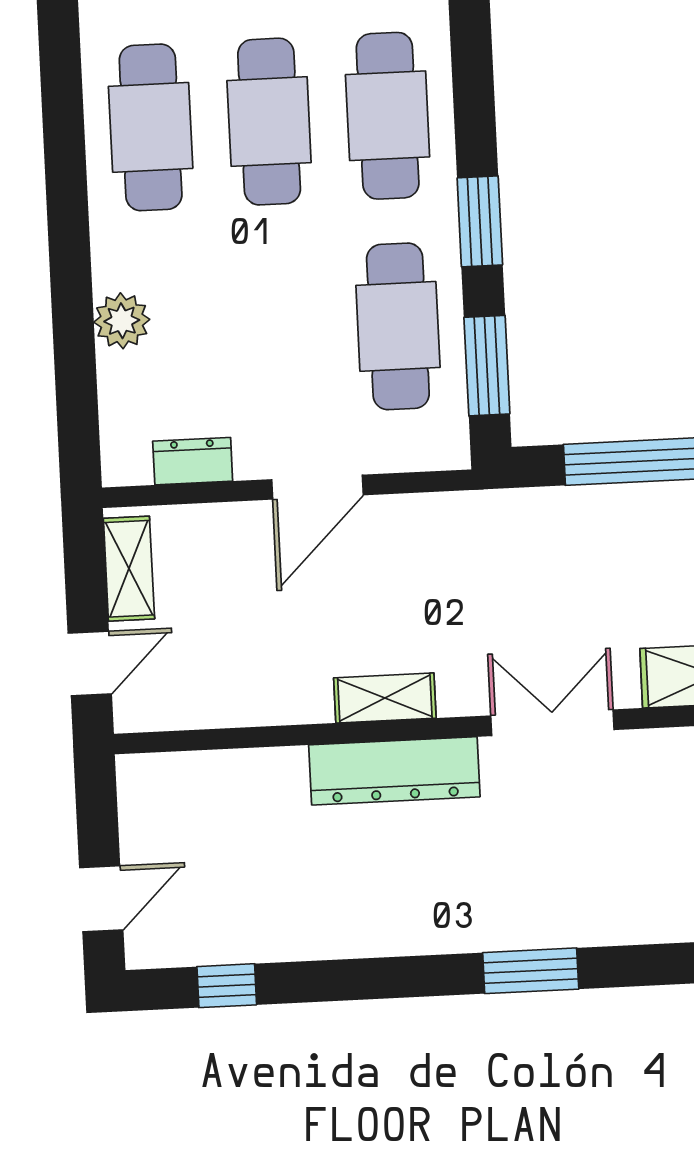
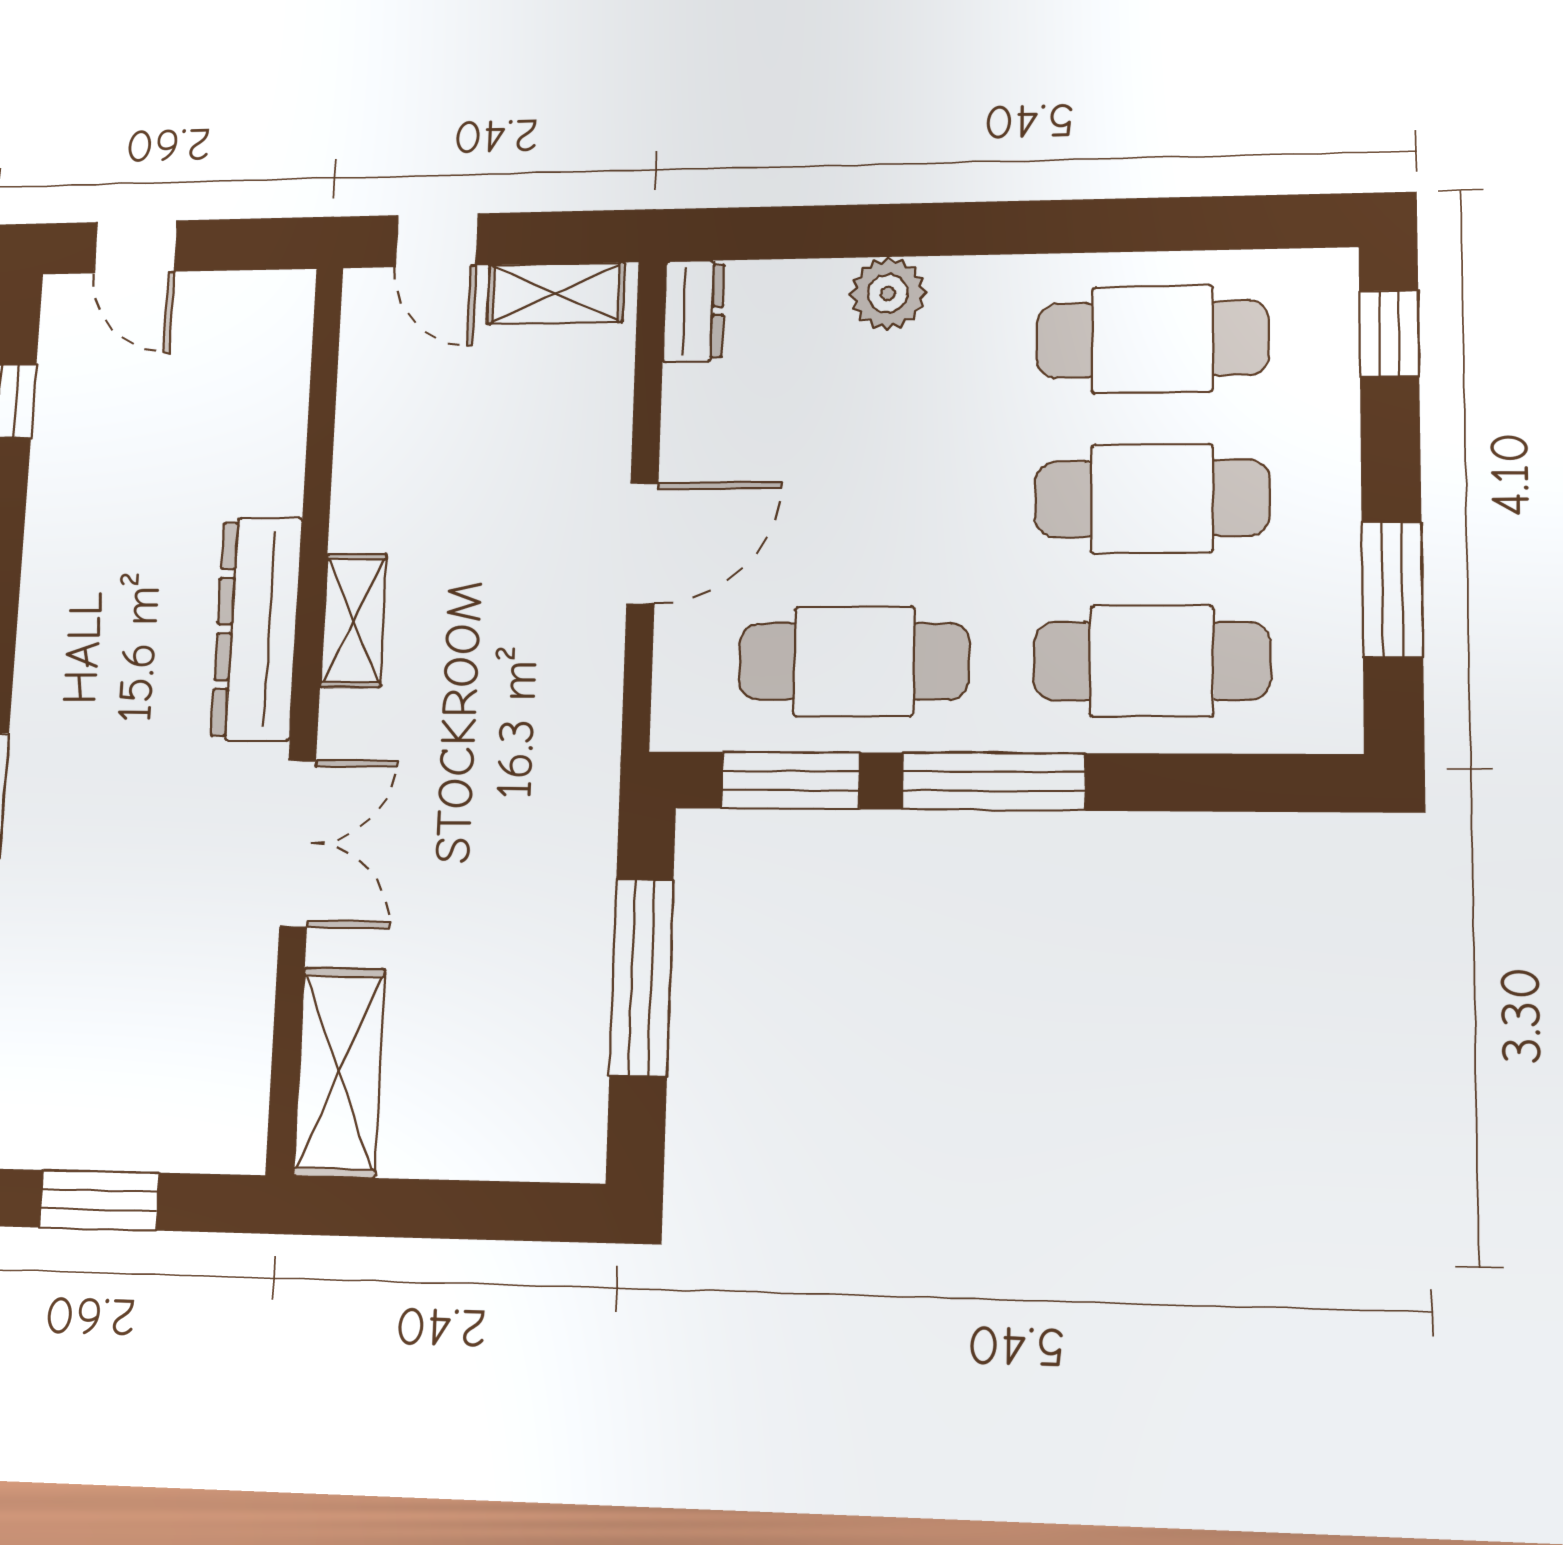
window: (480, 221) -> (994, 781), width x1.44
dresser: (193, 461) -> (694, 311), moved
door: (317, 487) -> (642, 543), swing flipped

